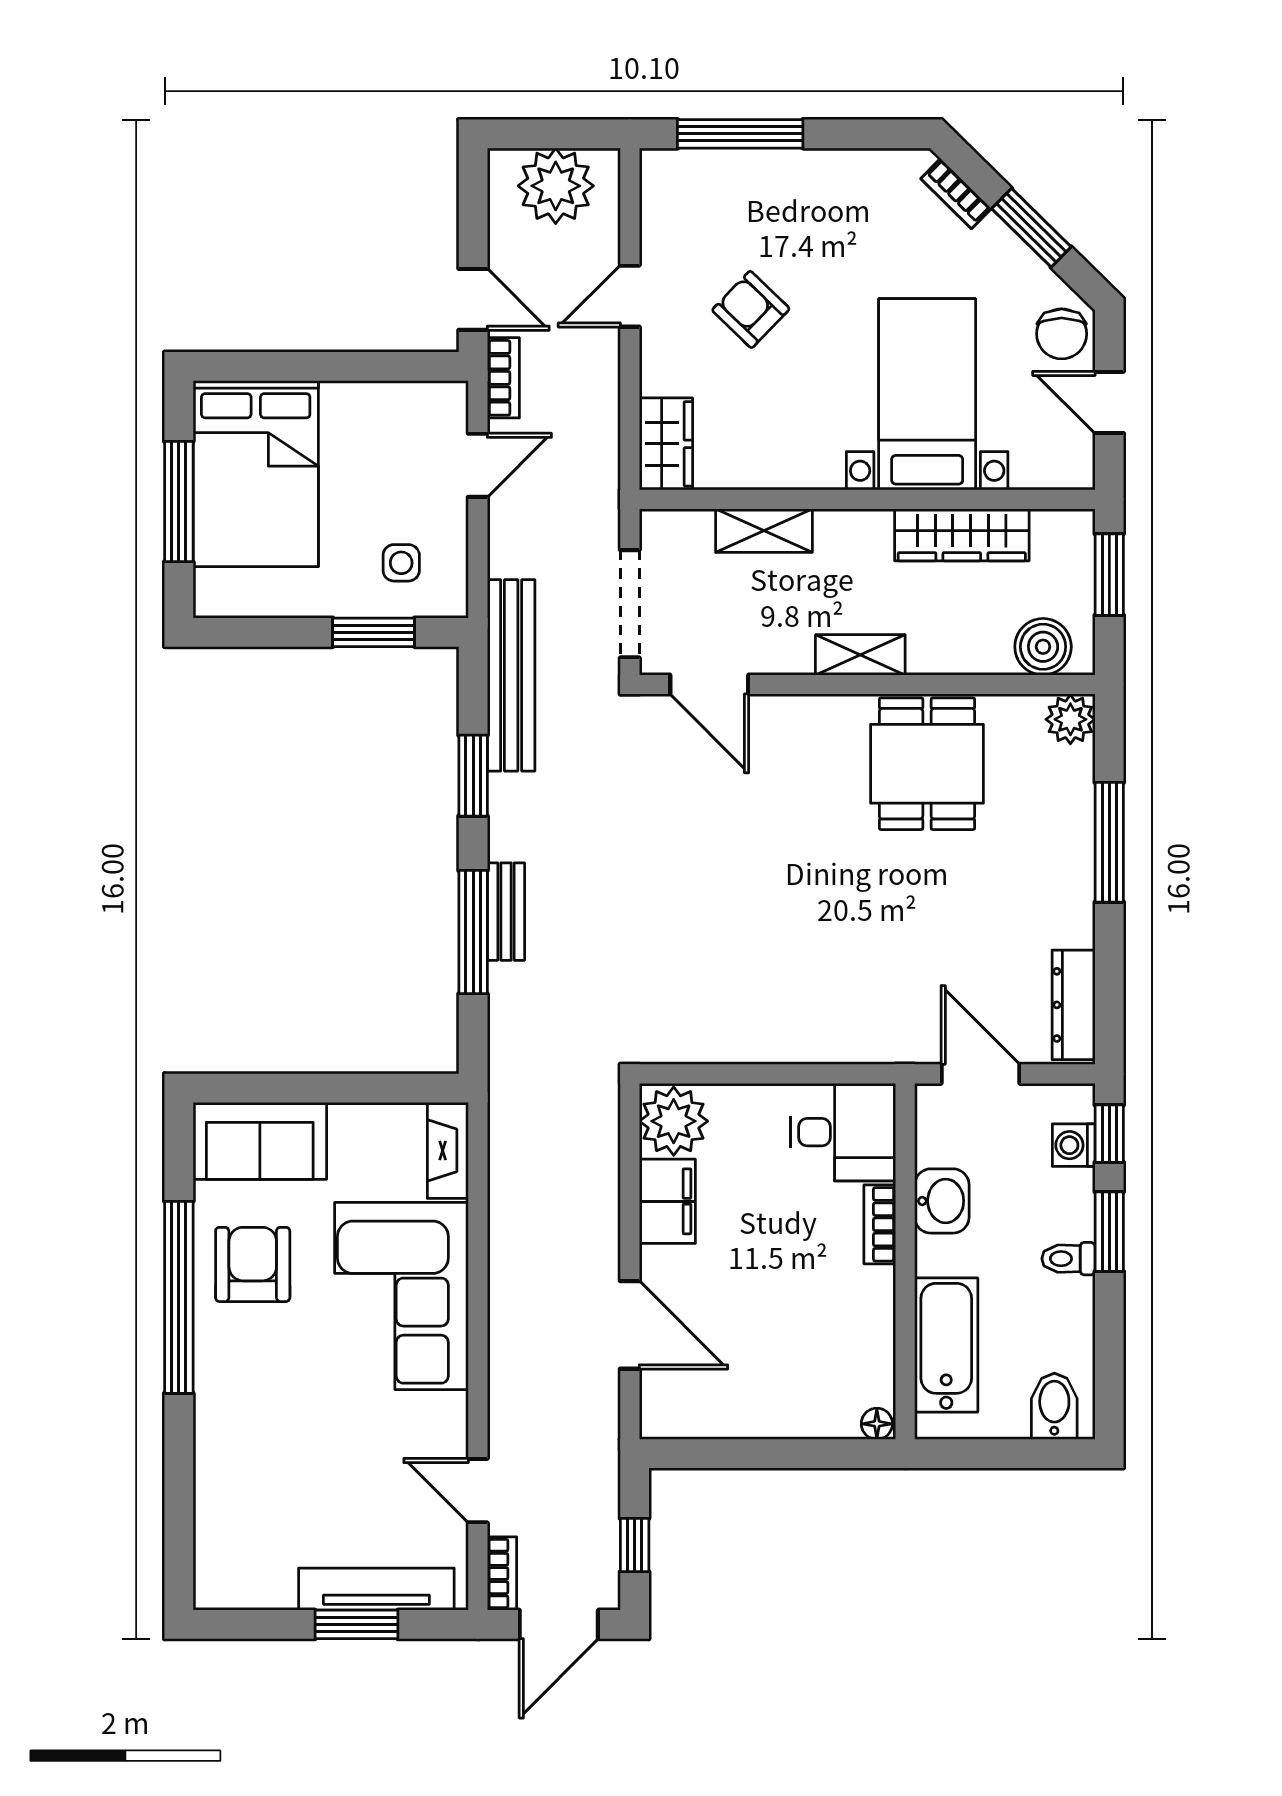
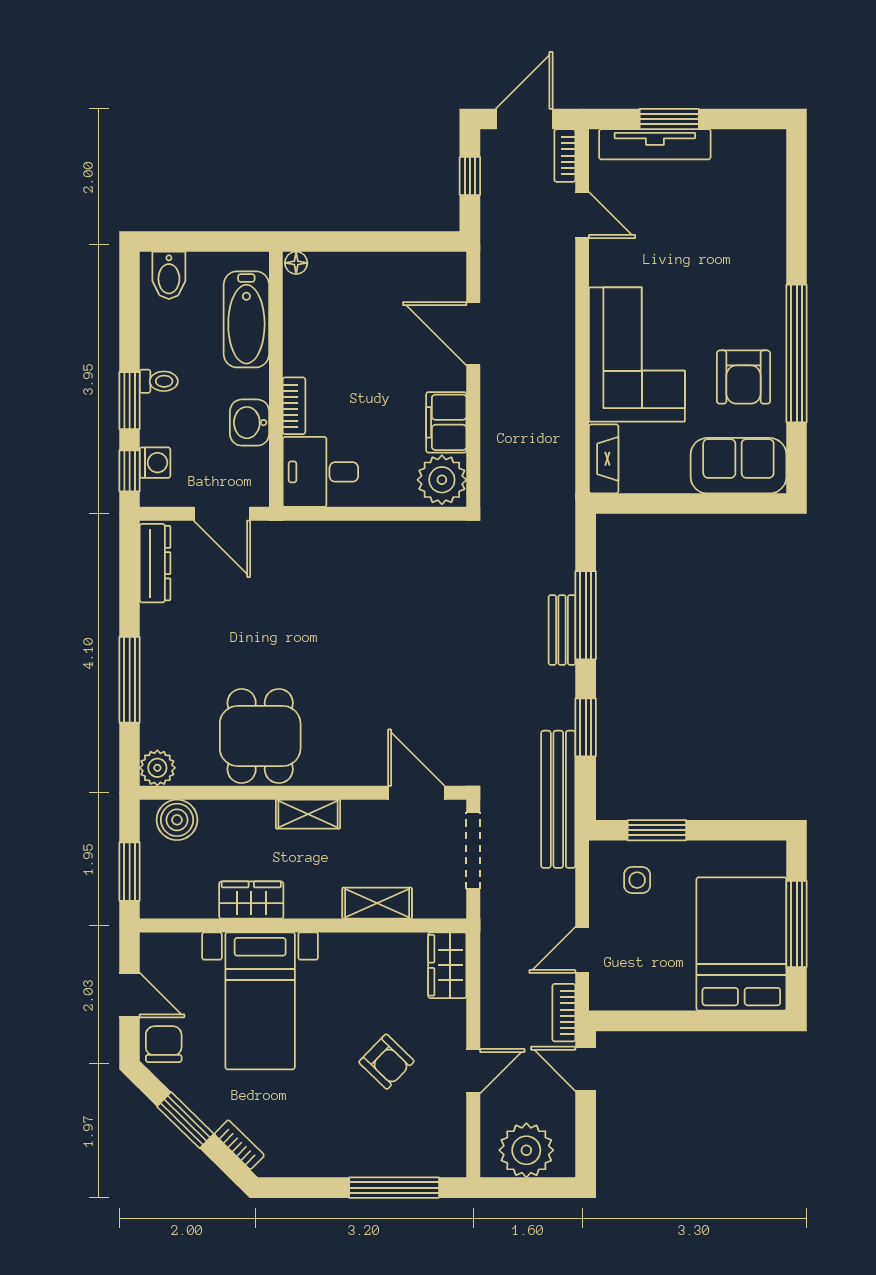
wardrobe: (962, 535) -> (251, 900), width x0.67

